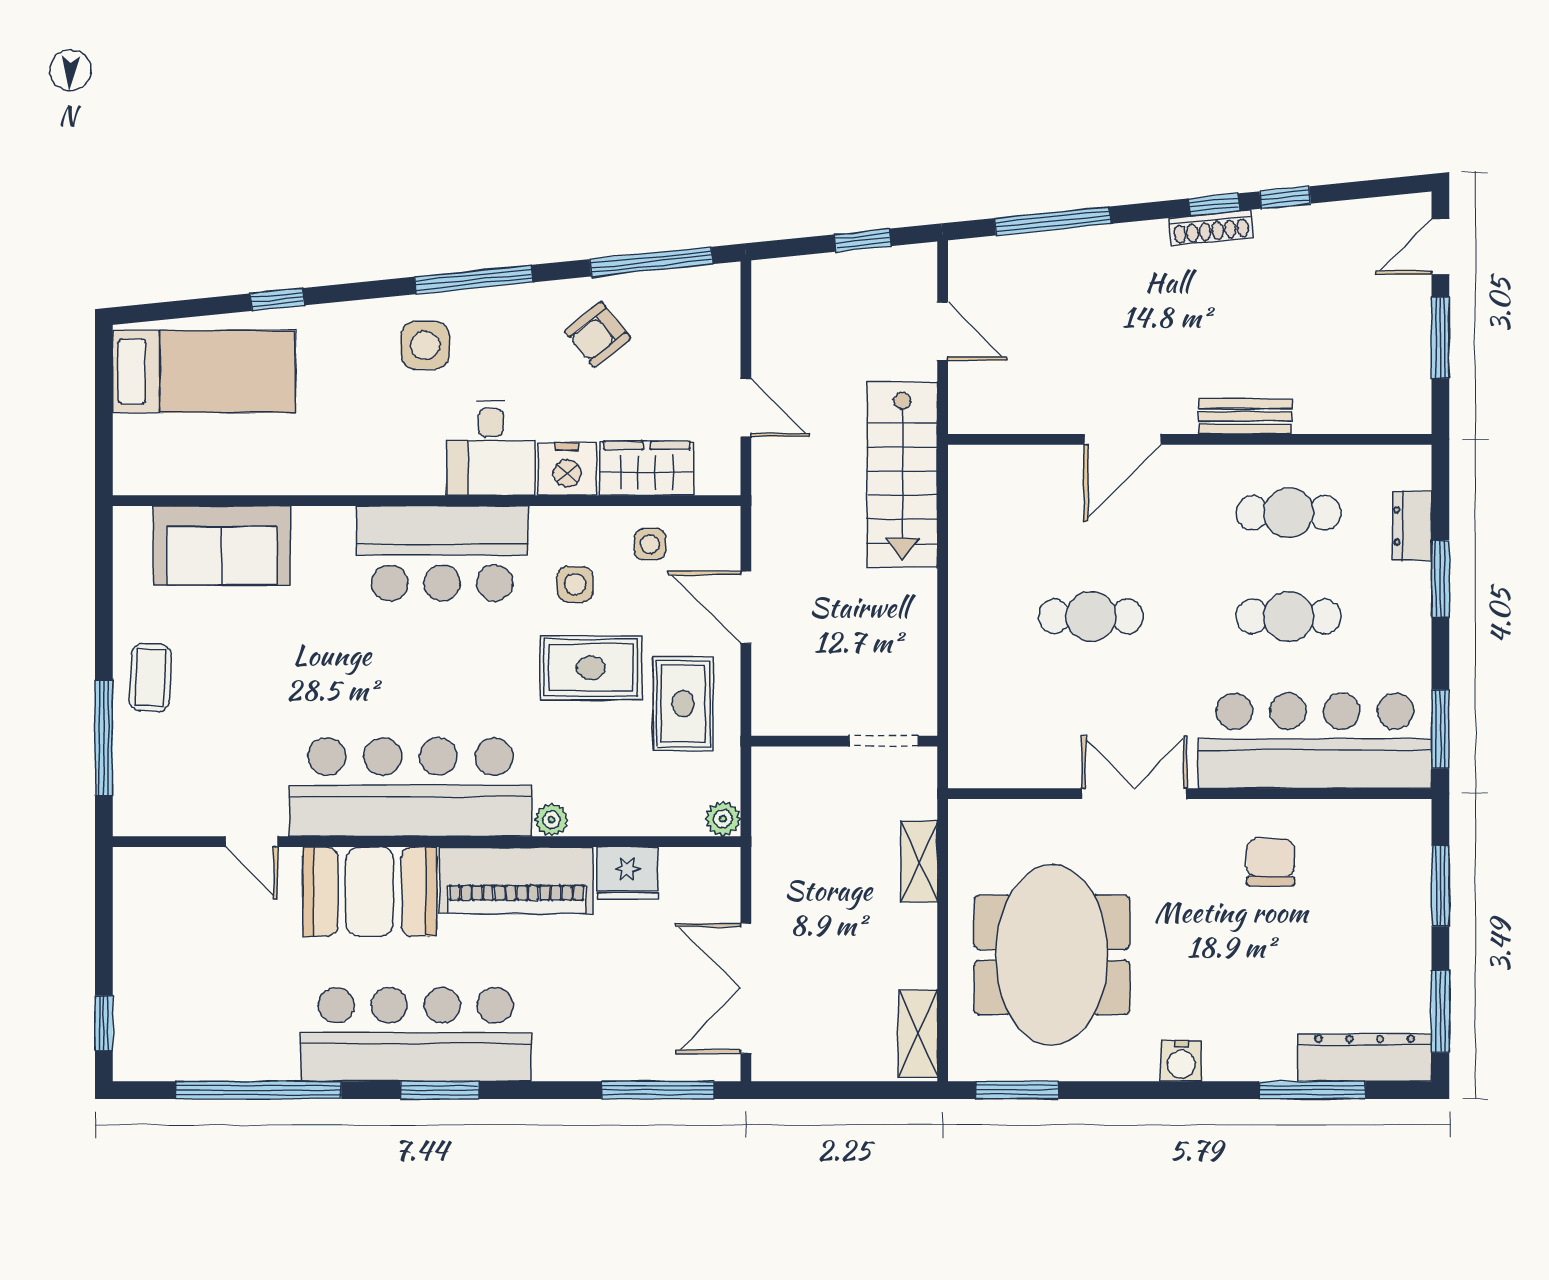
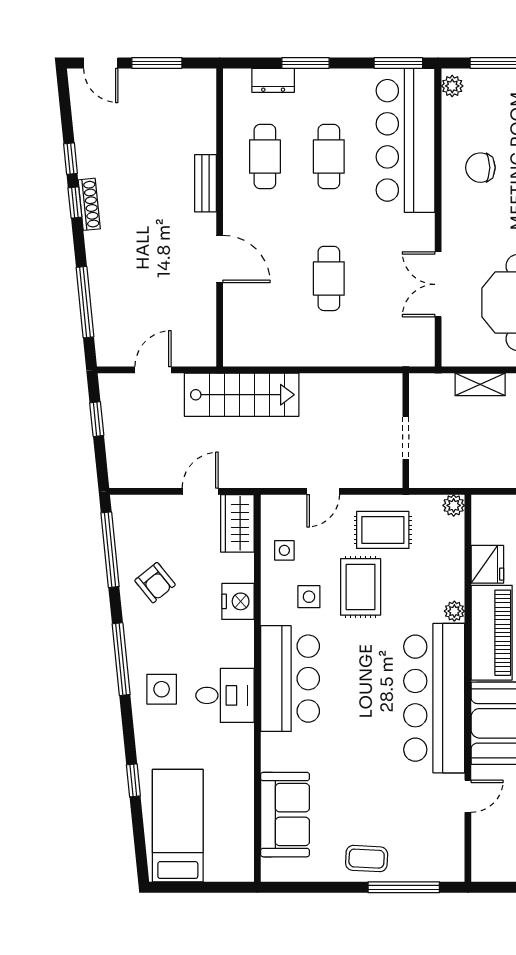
desk: (491, 448) -> (225, 695), moved
wardrobe: (647, 468) -> (237, 523), moved
door: (746, 607) -> (323, 491), width x0.73
doorway: (884, 741) -> (406, 438), moved
double door: (1134, 794) -> (438, 284), moved
plant: (1403, 816) -> (452, 86), added

